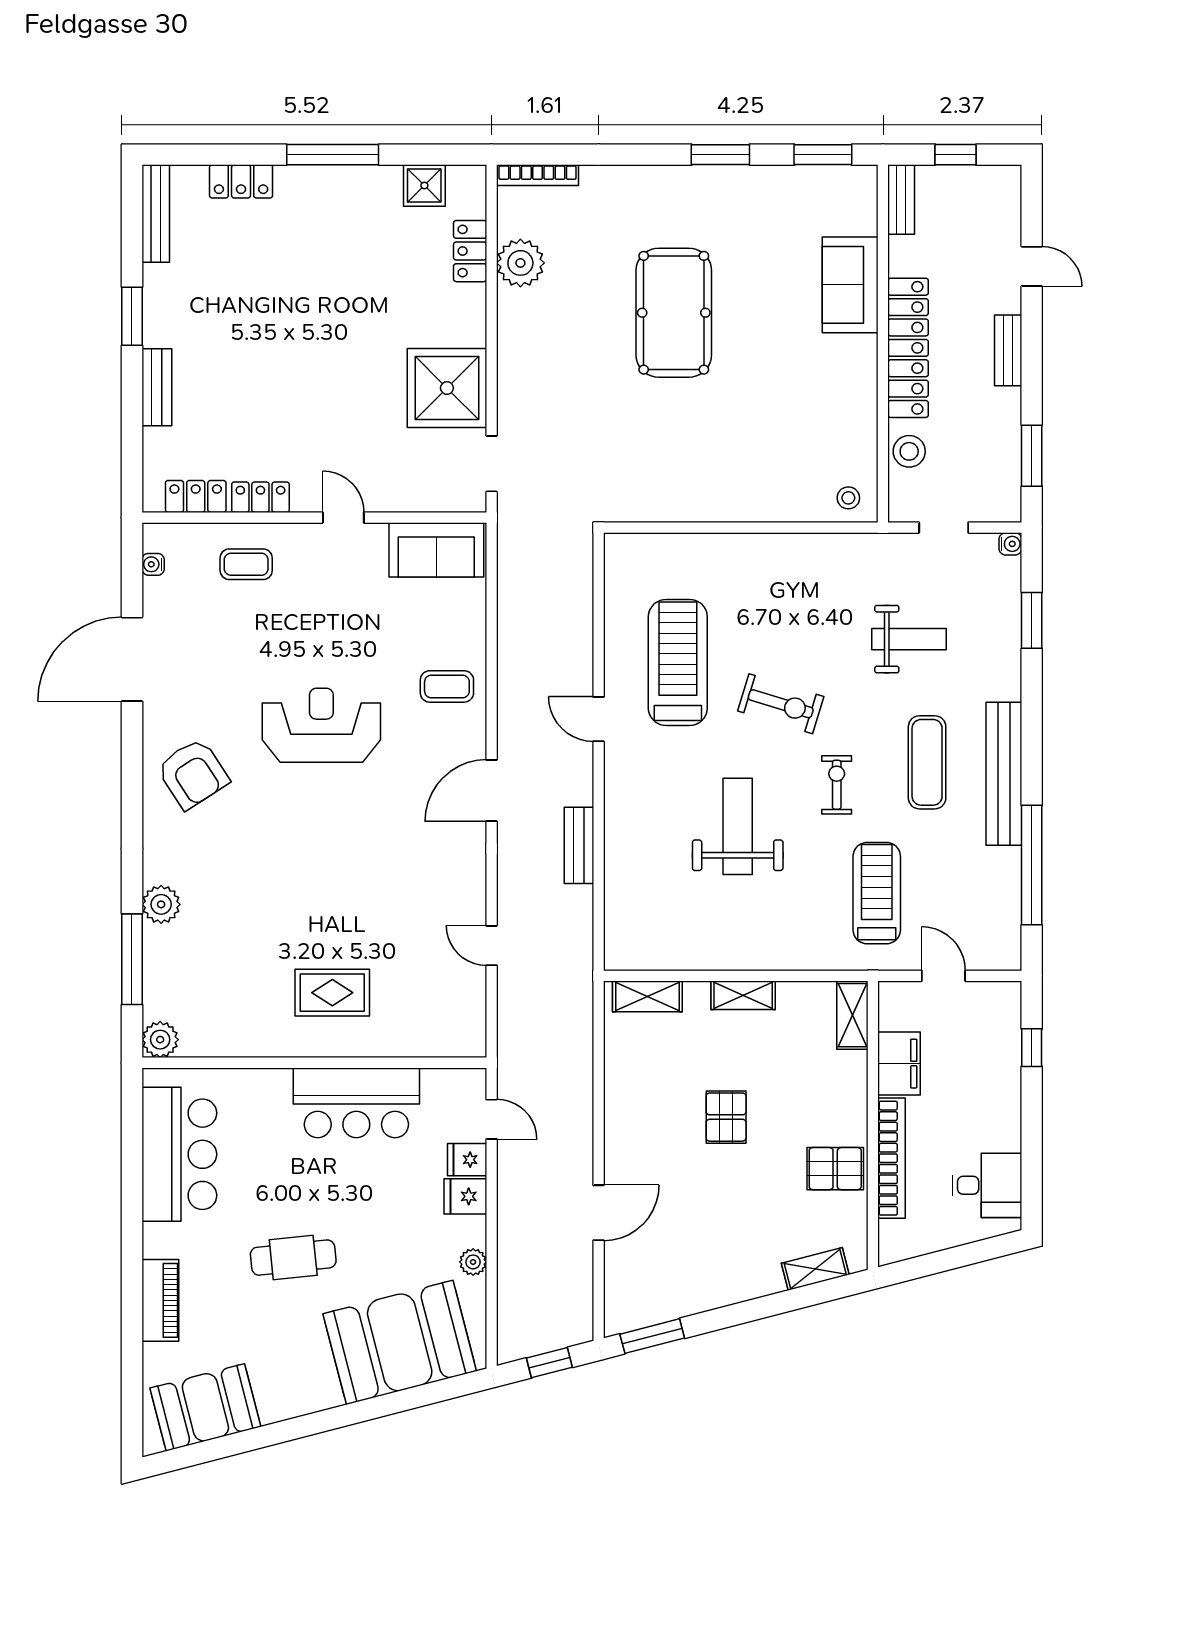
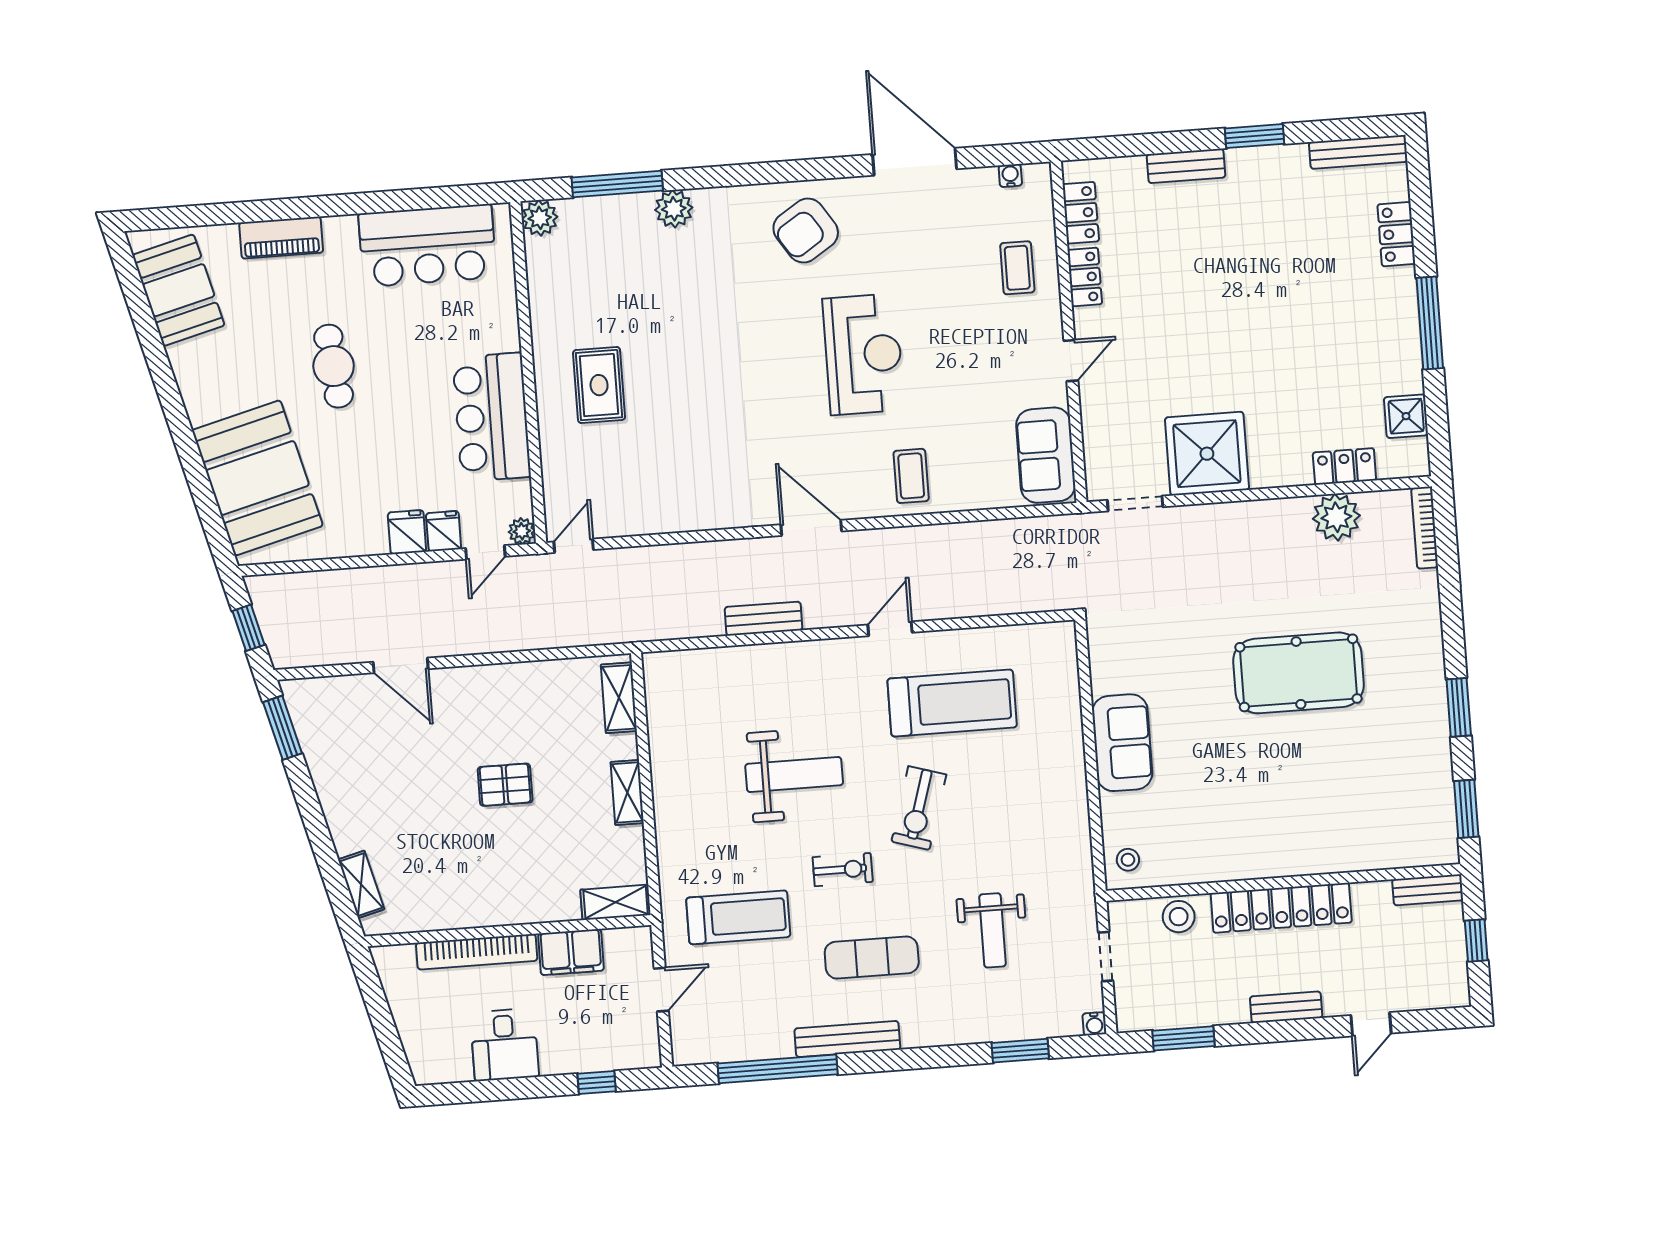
sofa: (850, 285) -> (1122, 743), moved, turned 90
bench: (1004, 774) -> (847, 1039), width x0.73, depth x0.82
door: (492, 946) -> (574, 546), moved
pallet: (835, 1169) -> (462, 897), removed
desk: (987, 1185) -> (505, 1045), moved
plant: (473, 1262) -> (522, 531), moved

